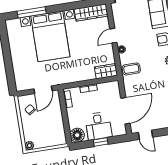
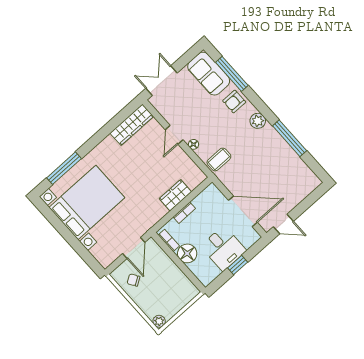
bed with nightstands: (50, 36) -> (87, 202), moved, turned -90
wardrobe: (106, 71) -> (175, 195), moved
door: (125, 111) -> (243, 211), hinge flipped
floor lamp: (77, 135) -> (187, 253), moved

